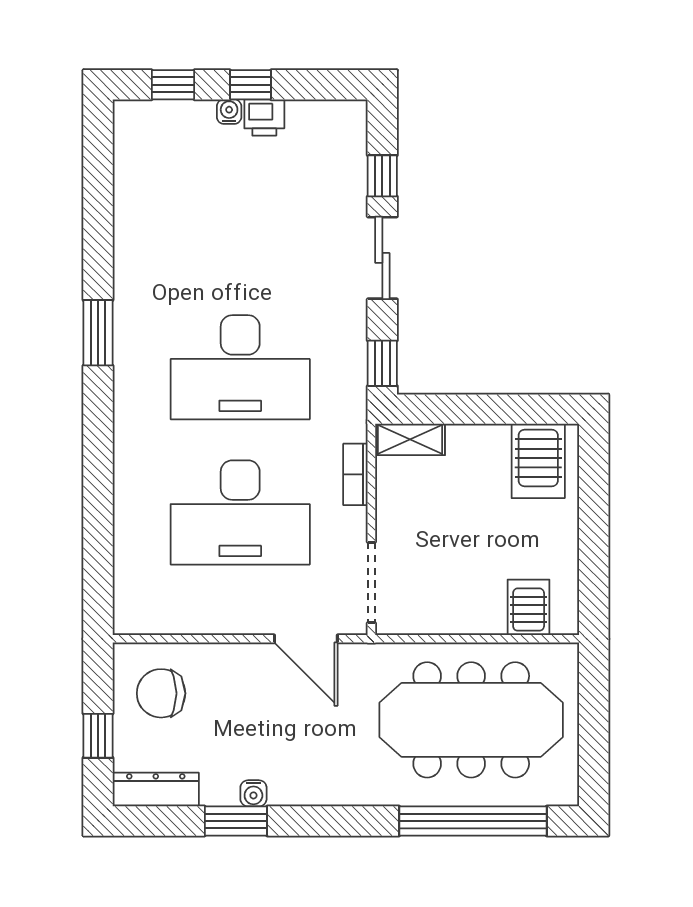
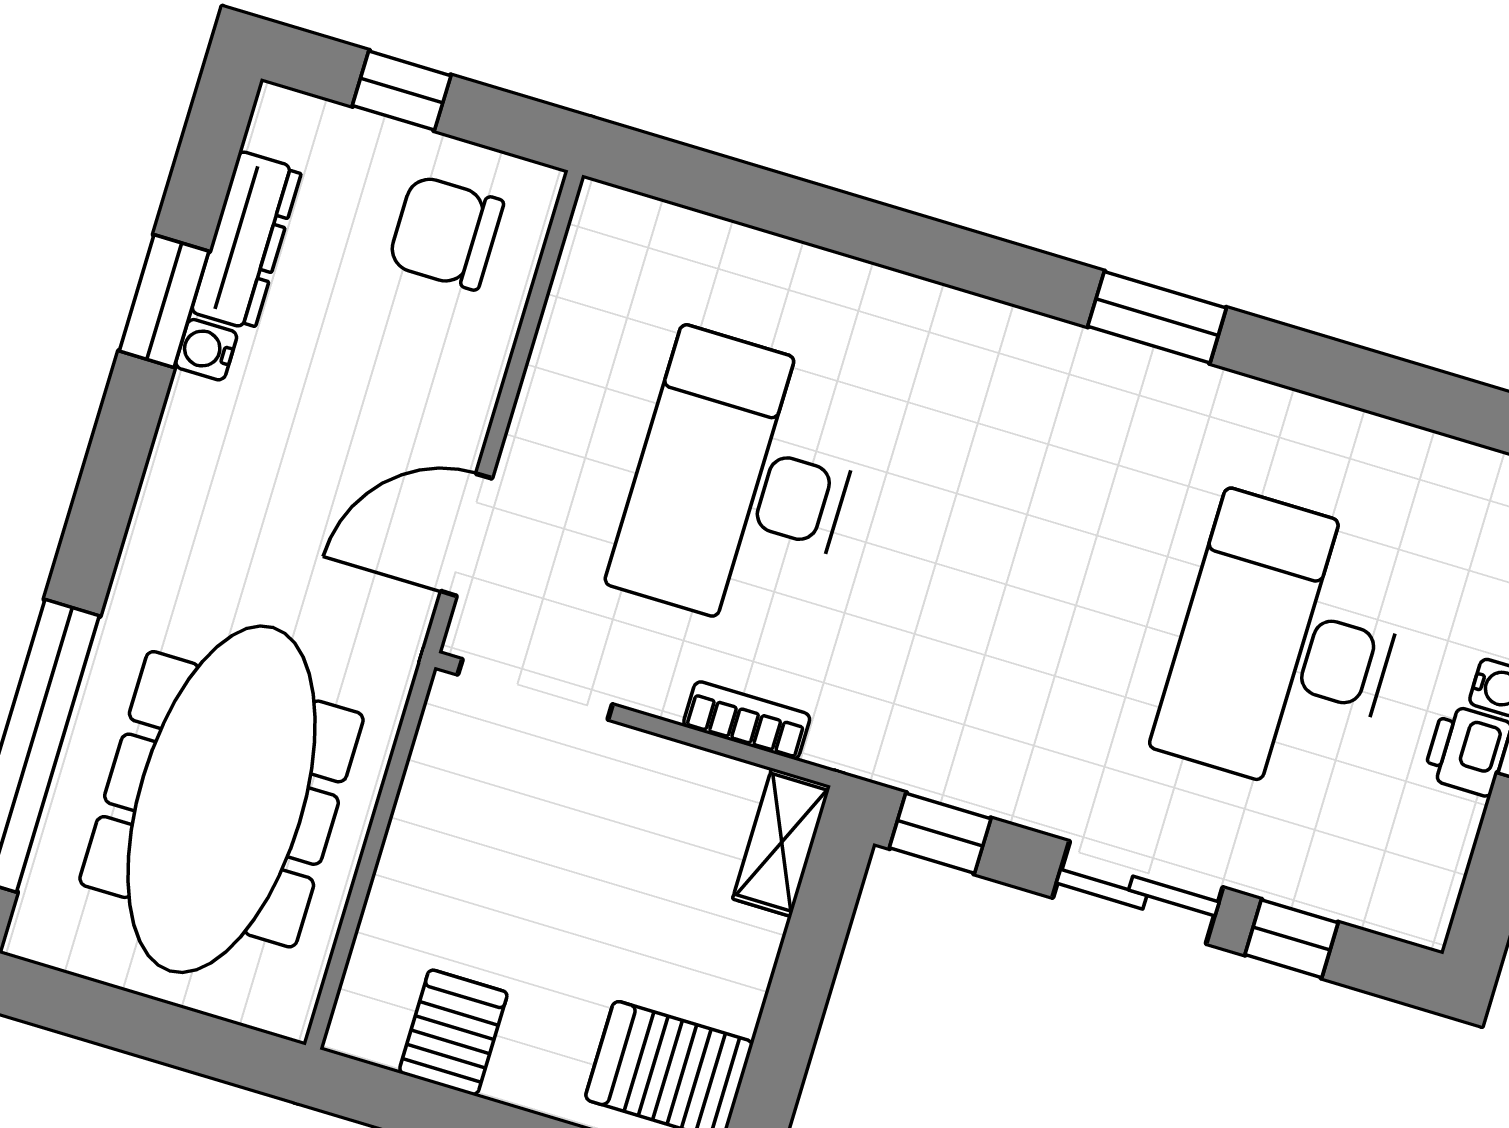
desk: (240, 367) -> (1285, 646), moved
server rack: (529, 607) -> (453, 1033), moved, turned -90
chair: (161, 693) -> (446, 233), turned -90
dresser: (156, 790) -> (247, 241), moved

